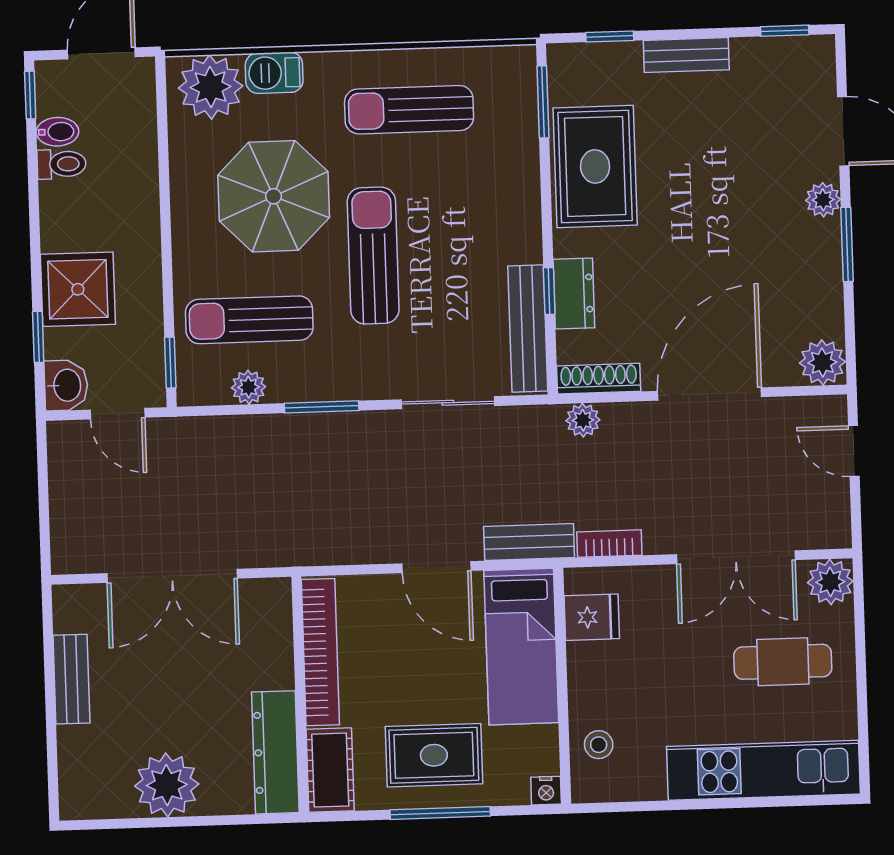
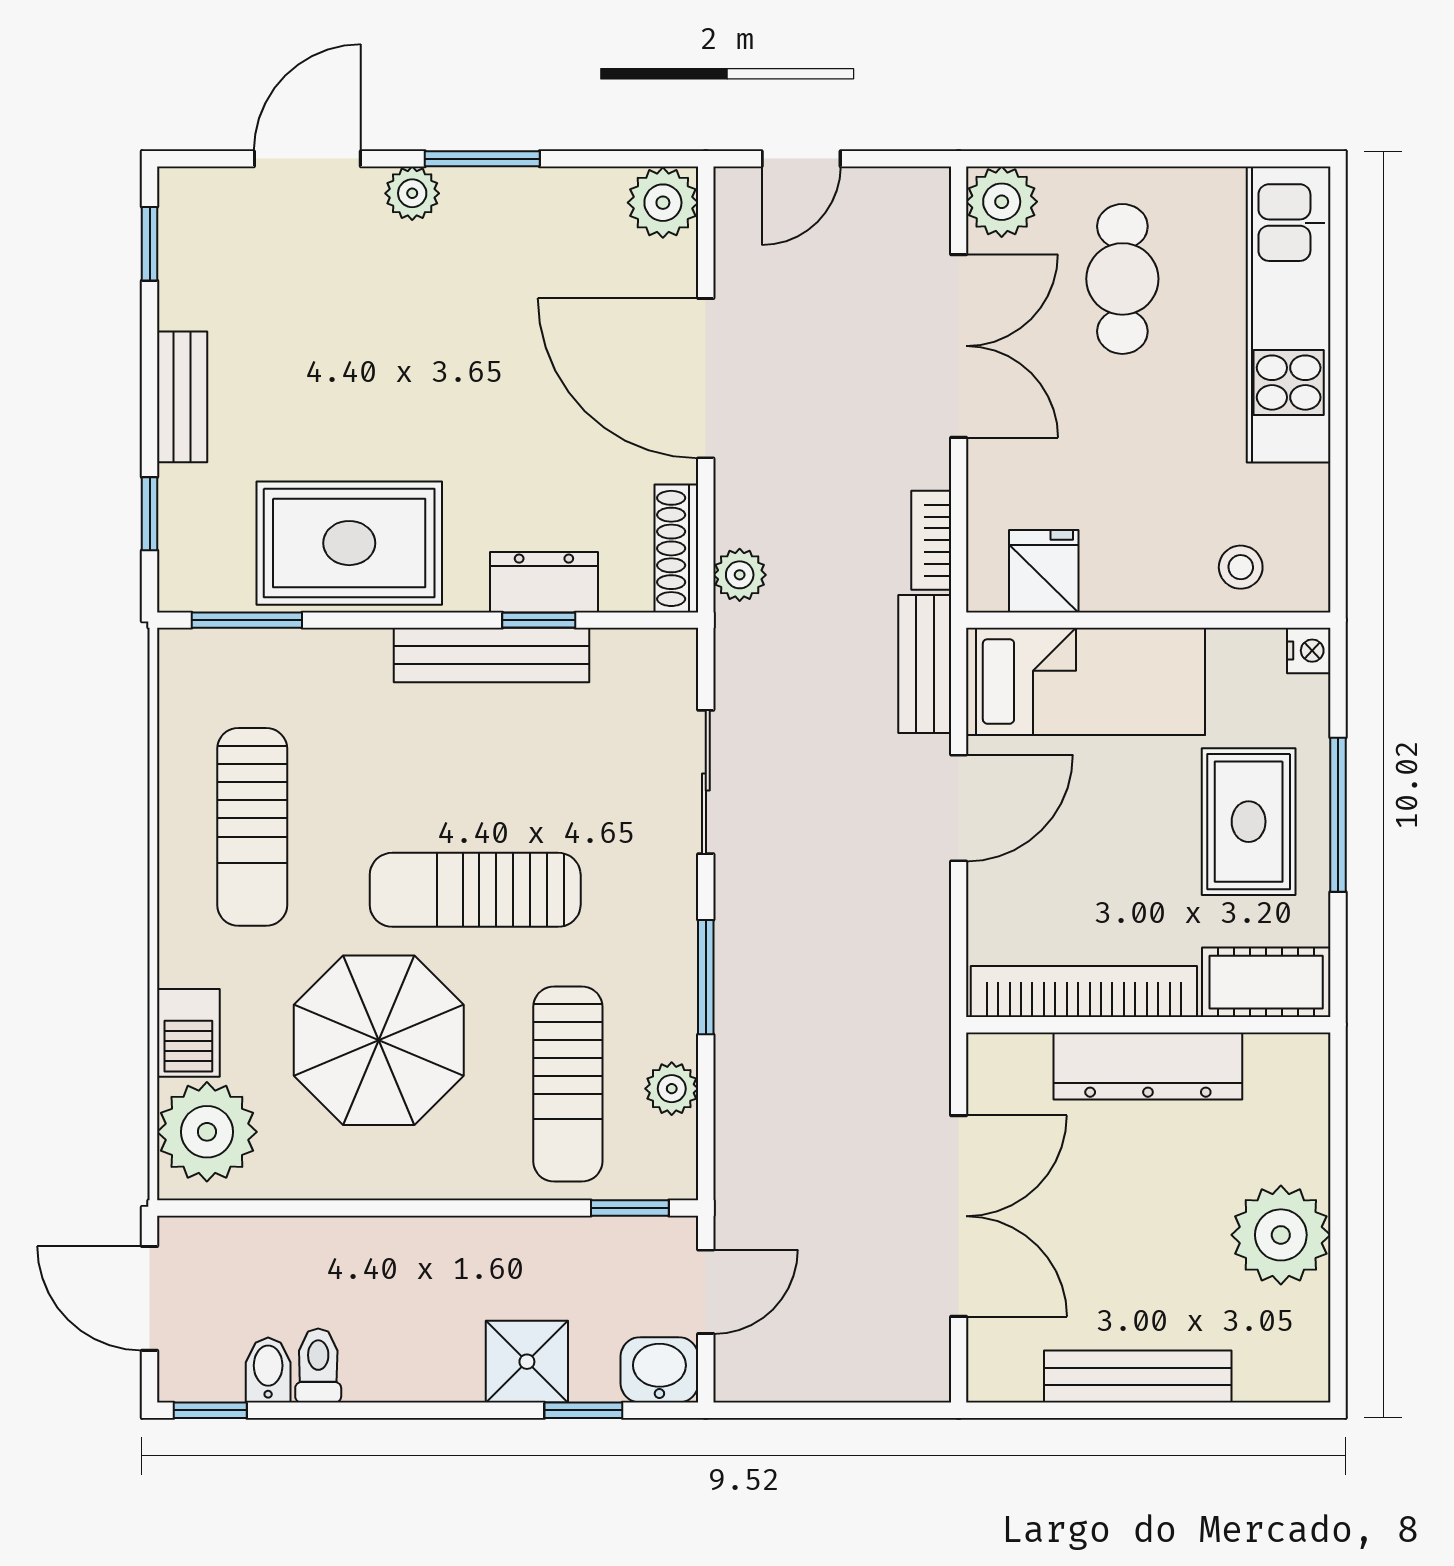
shower: (78, 289) -> (527, 1362), width x0.73, depth x0.73
bench: (528, 328) -> (491, 655), moved
bench: (71, 679) -> (1138, 1376), width x1.36
dresser: (275, 752) -> (1148, 1066), moved

